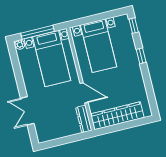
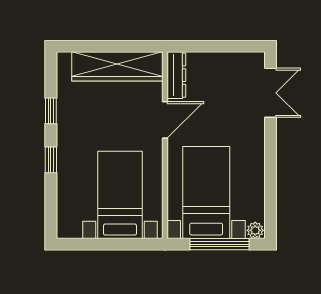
window: (134, 26) -> (51, 111), moved
door: (84, 93) -> (165, 120), swing flipped
double door: (27, 111) -> (271, 93), moved

